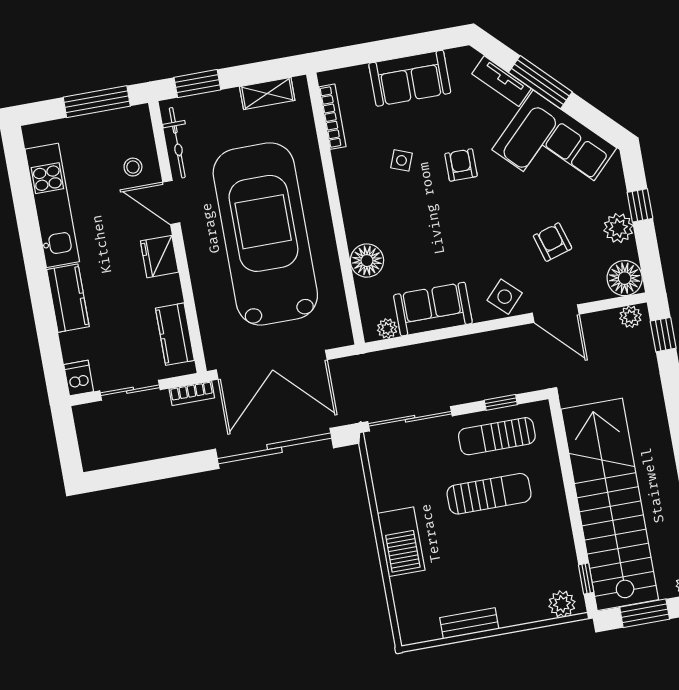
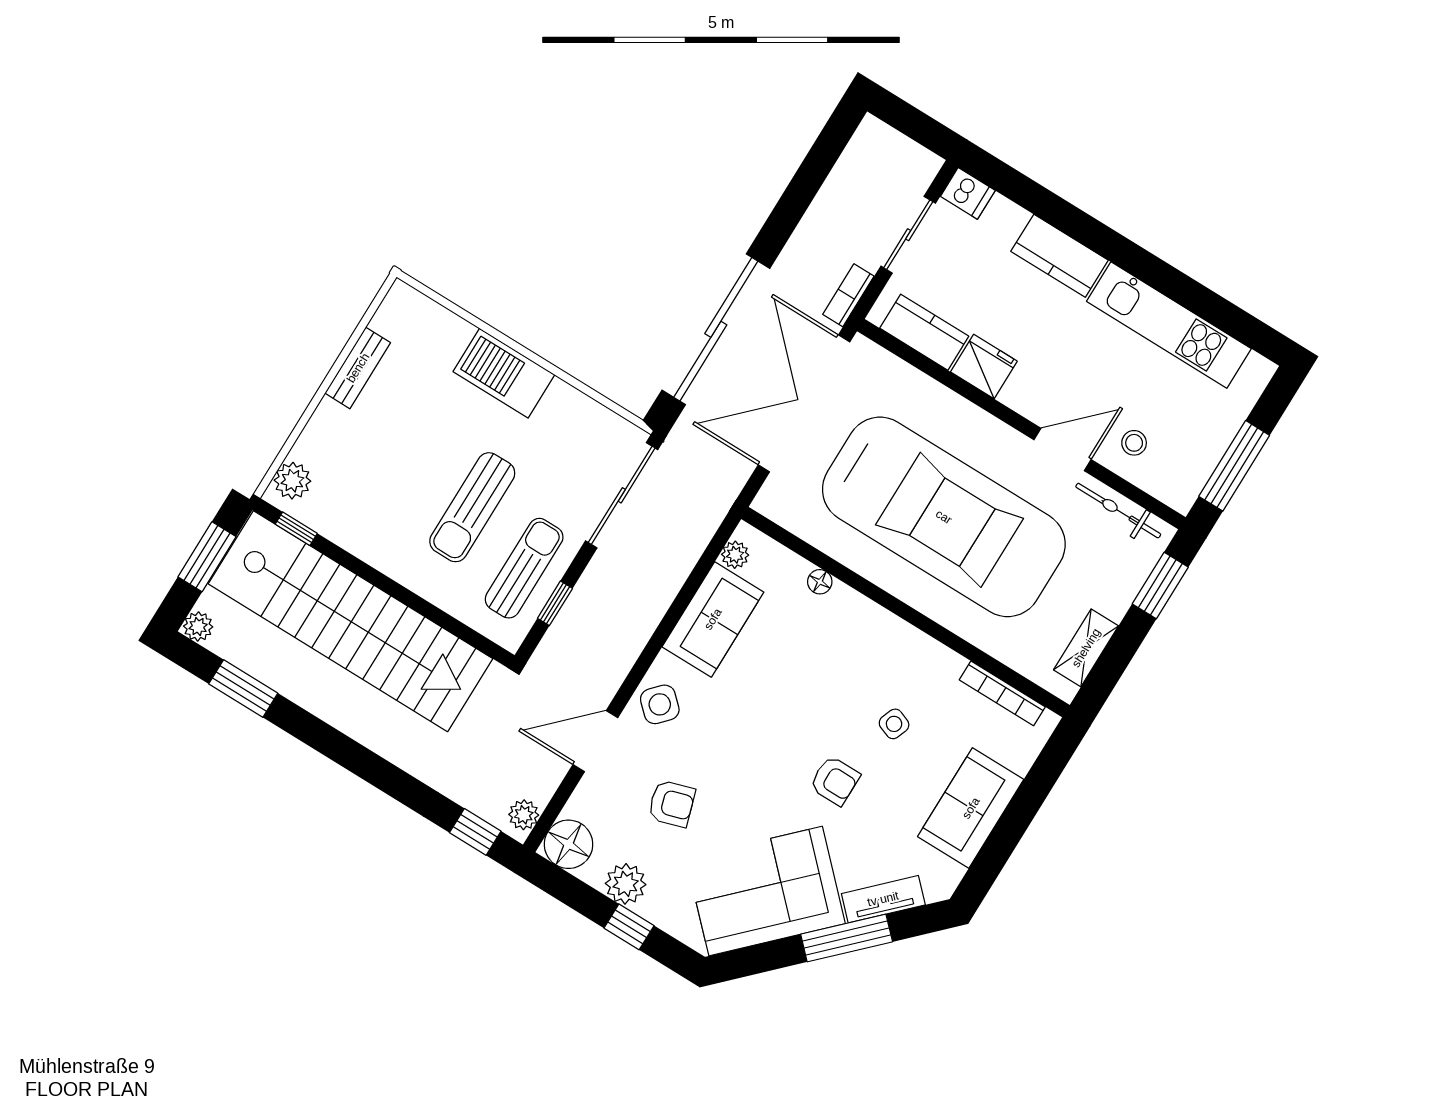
fridge: (159, 257) -> (984, 367), moved
floor lamp: (367, 261) -> (820, 582), width x0.53, depth x0.53

